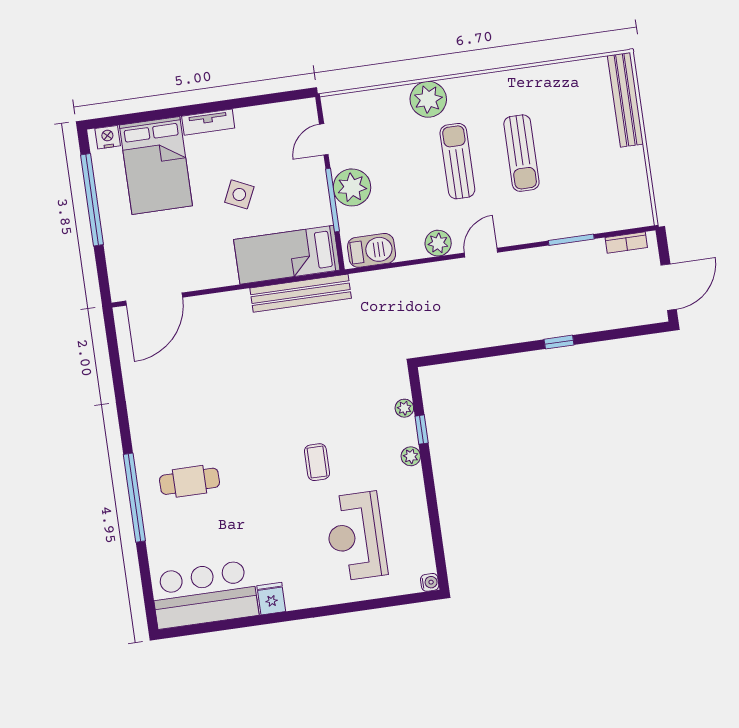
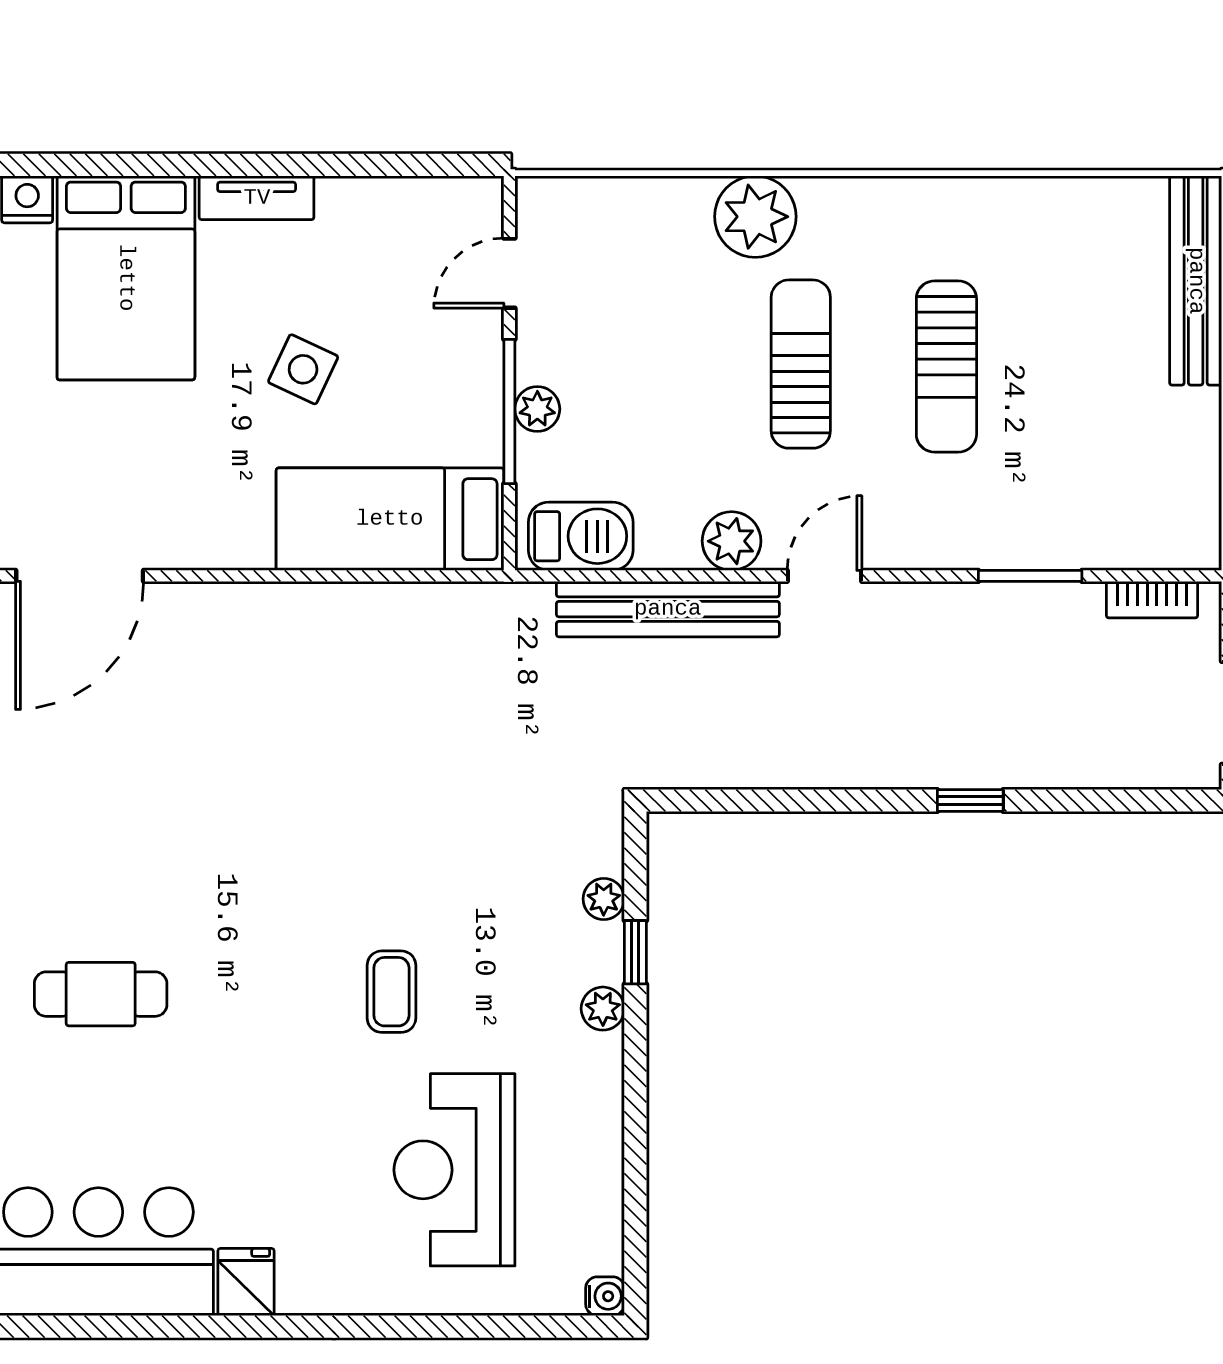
plant: (352, 187) -> (537, 409), width x0.53, depth x0.53
bench: (301, 293) -> (668, 609), moved

